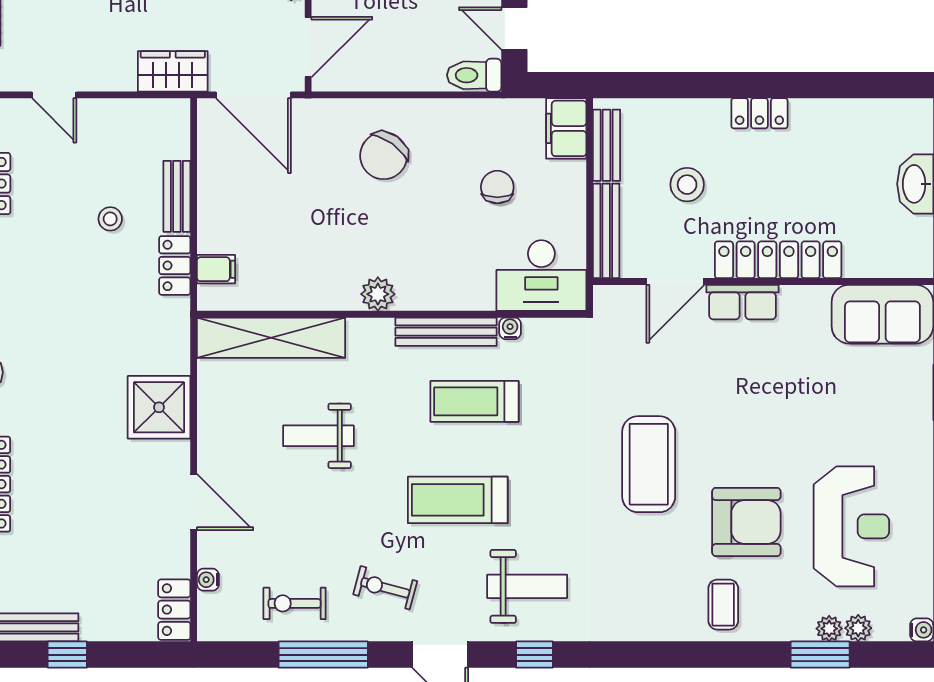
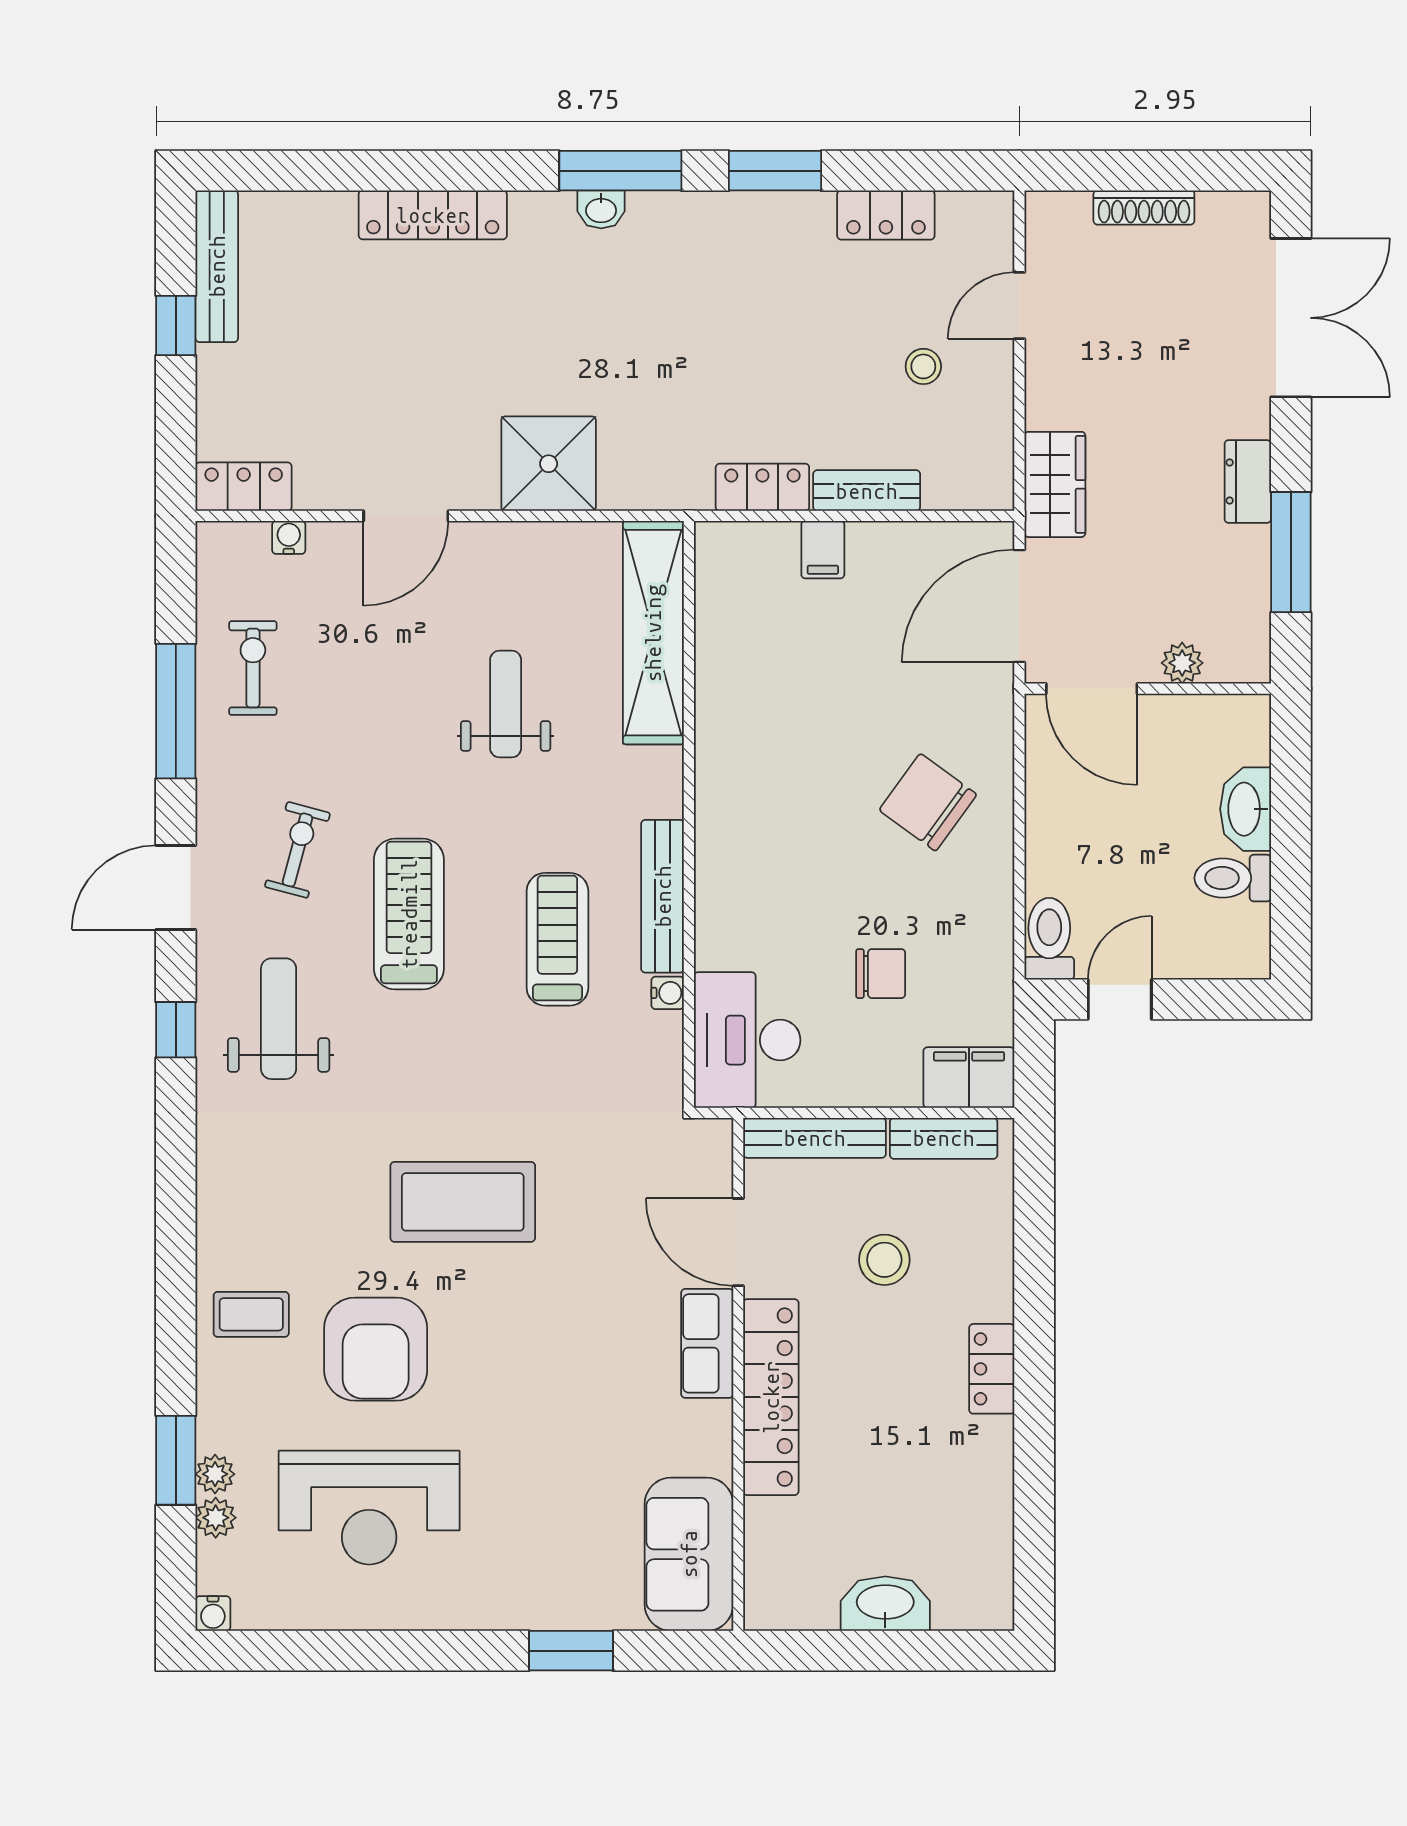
stool: (110, 219) -> (923, 366), moved
filing cabinet: (216, 269) -> (823, 550), moved
plant: (378, 294) -> (719, 794), removed
weight bench: (527, 586) -> (279, 1019), turned 180
exercise bike: (385, 588) -> (297, 850), moved

